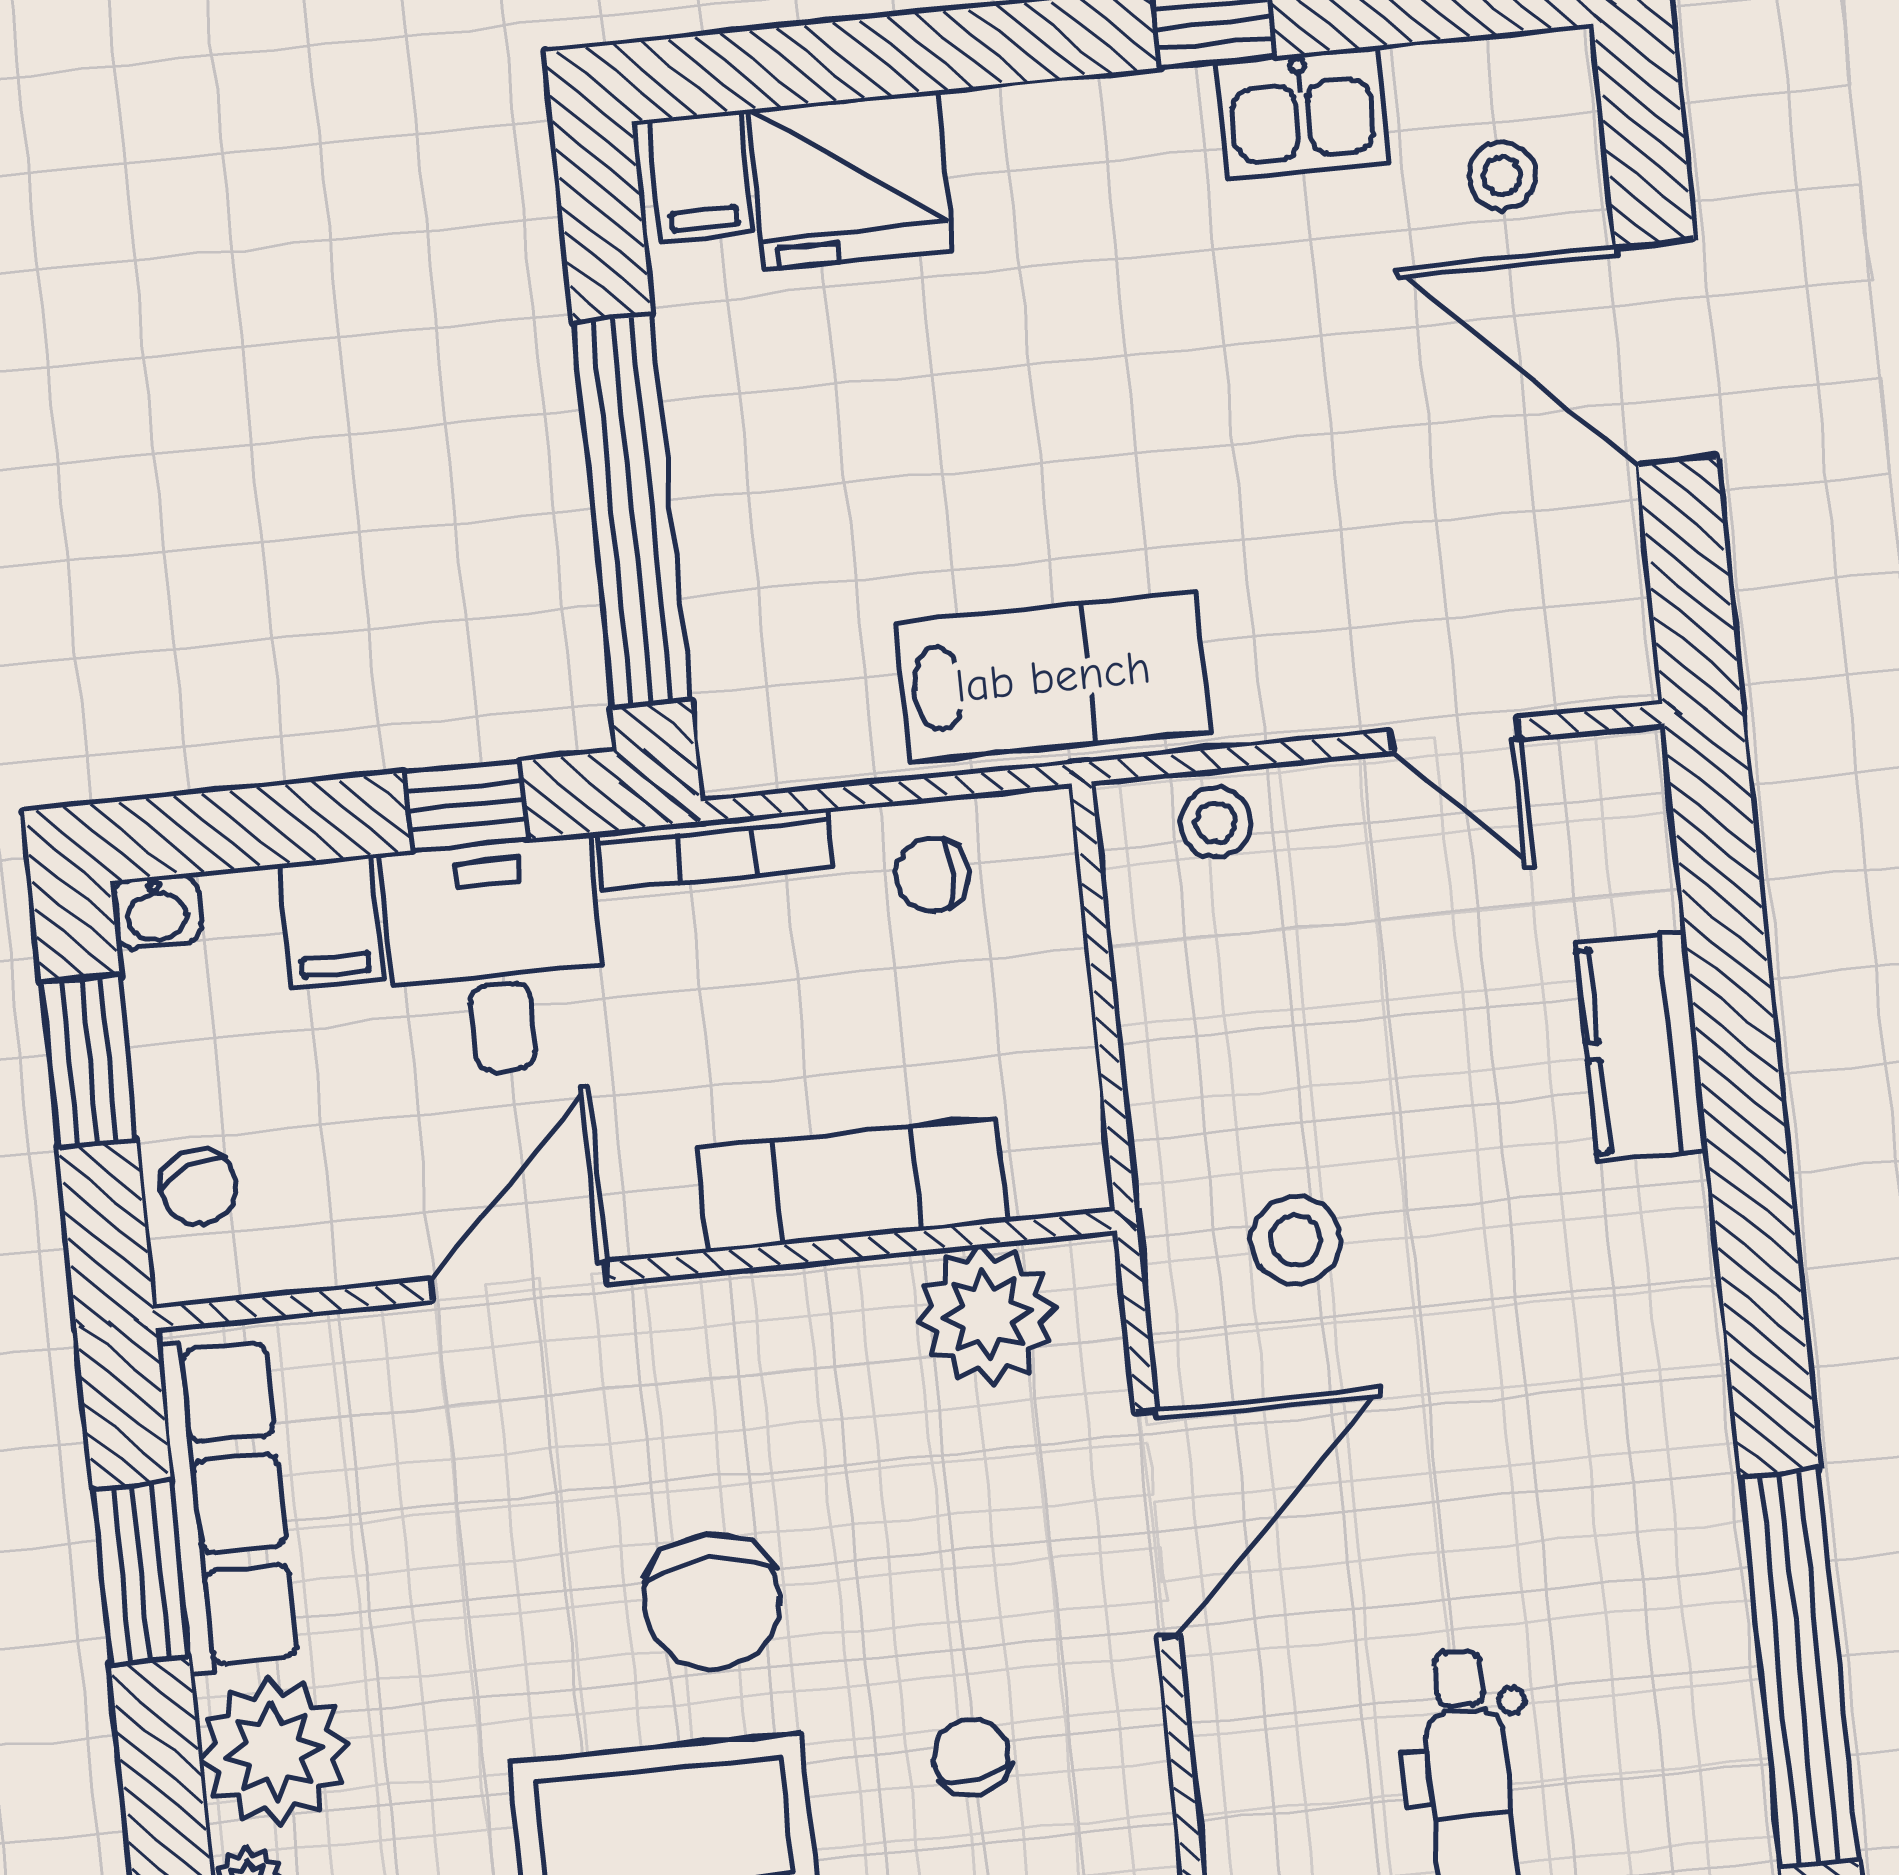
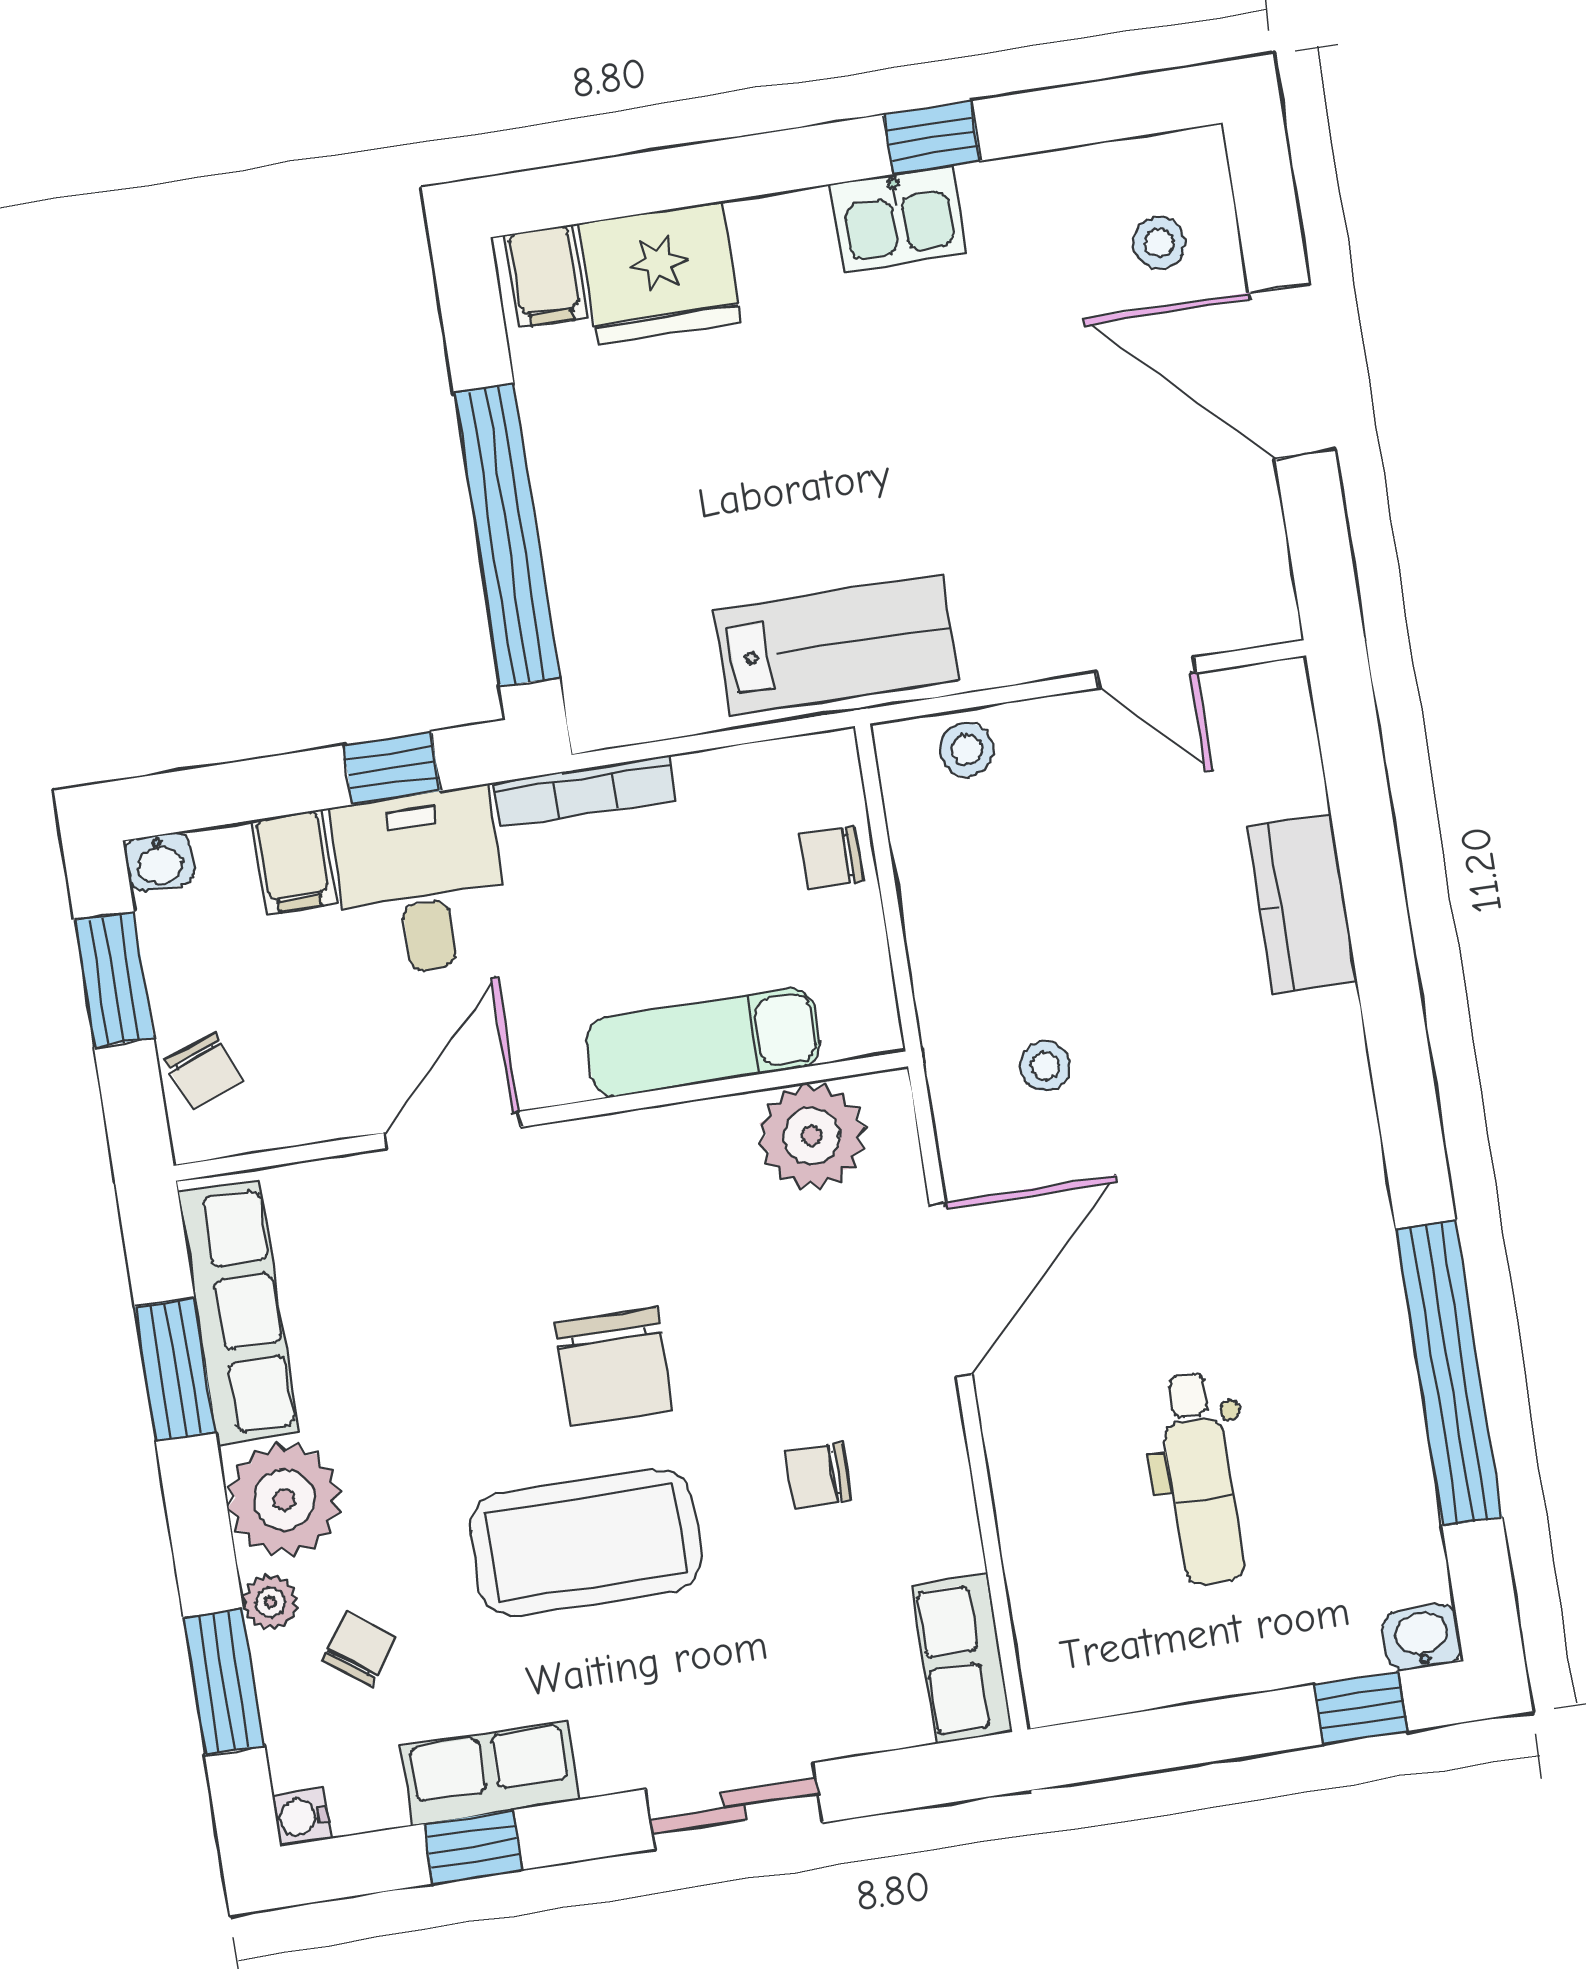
kitchen sink: (1302, 112) -> (899, 219), moved
chair: (932, 875) -> (832, 858), moved
stool: (1296, 1240) -> (1045, 1066), width x0.73, depth x0.73
chair: (971, 1757) -> (818, 1475), turned -81

